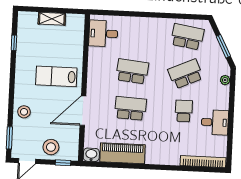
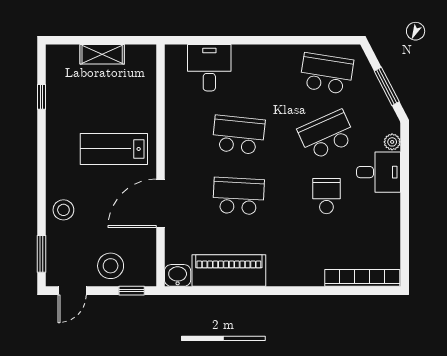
desk: (103, 34) -> (209, 68), moved, turned 90
desk: (215, 122) -> (379, 172), moved

